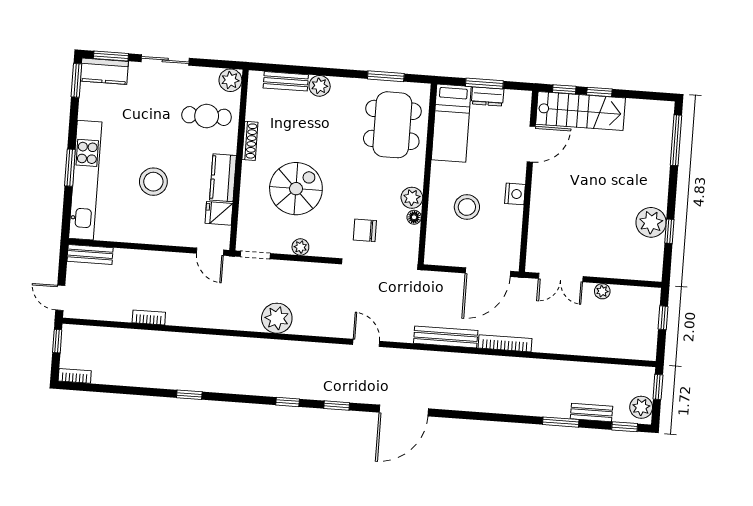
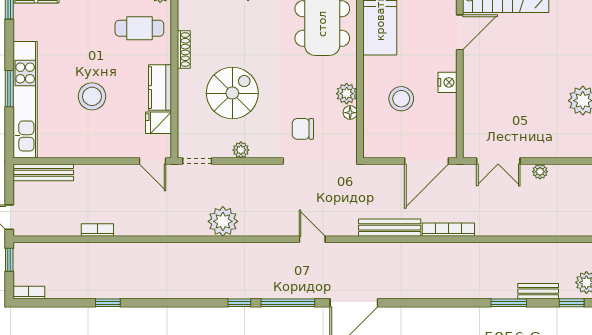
bench: (90, 254) -> (43, 172), width x1.36
window: (189, 395) -> (108, 303), moved
window: (337, 406) -> (288, 303), width x2.17

